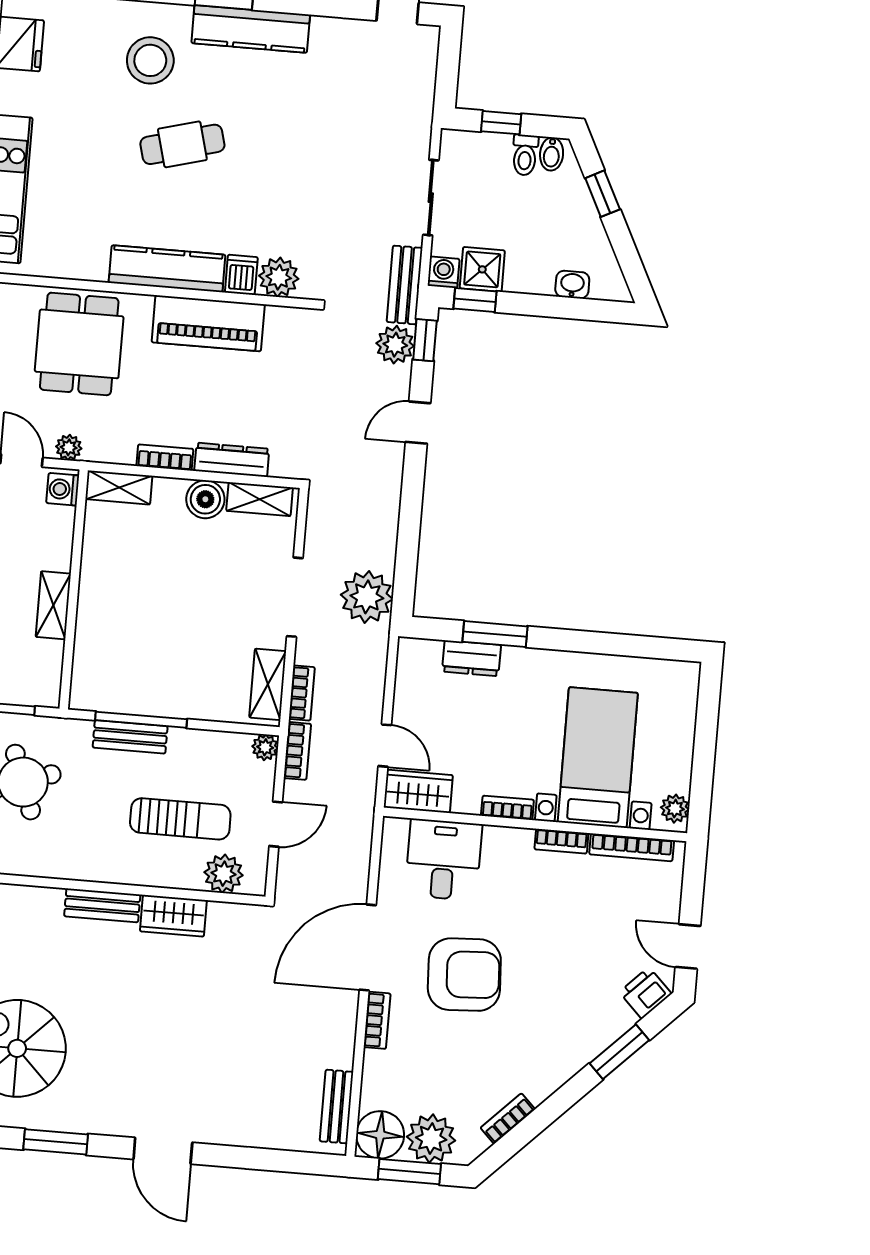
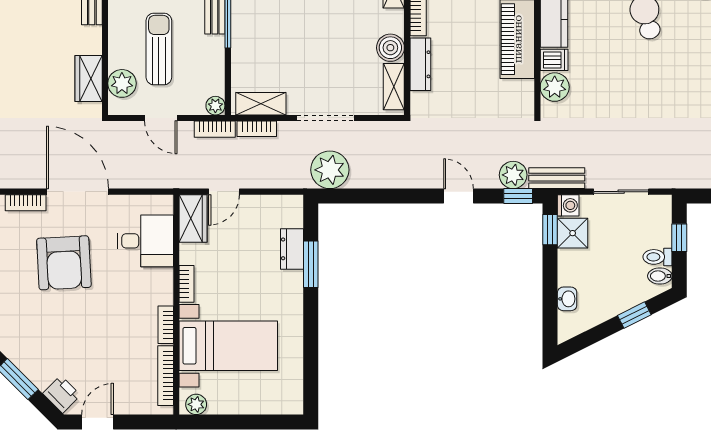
sun lounger: (180, 819) -> (159, 49), turned 180
wardrobe: (173, 916) -> (89, 78), moved

